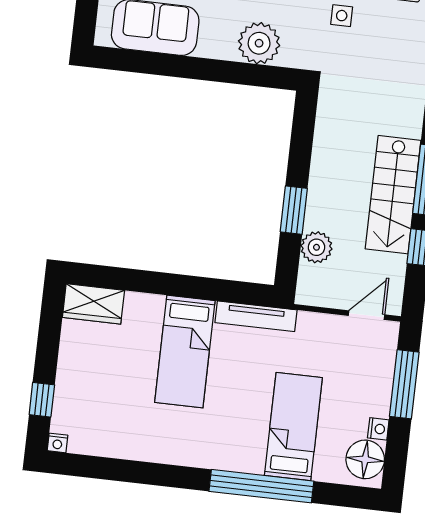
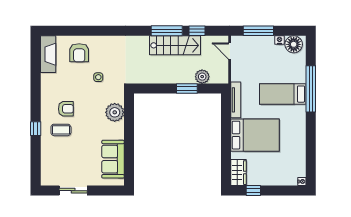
bed: (185, 352) -> (255, 135), width x1.50
window: (42, 400) -> (253, 191), moved
bed: (293, 427) -> (283, 94), moved

